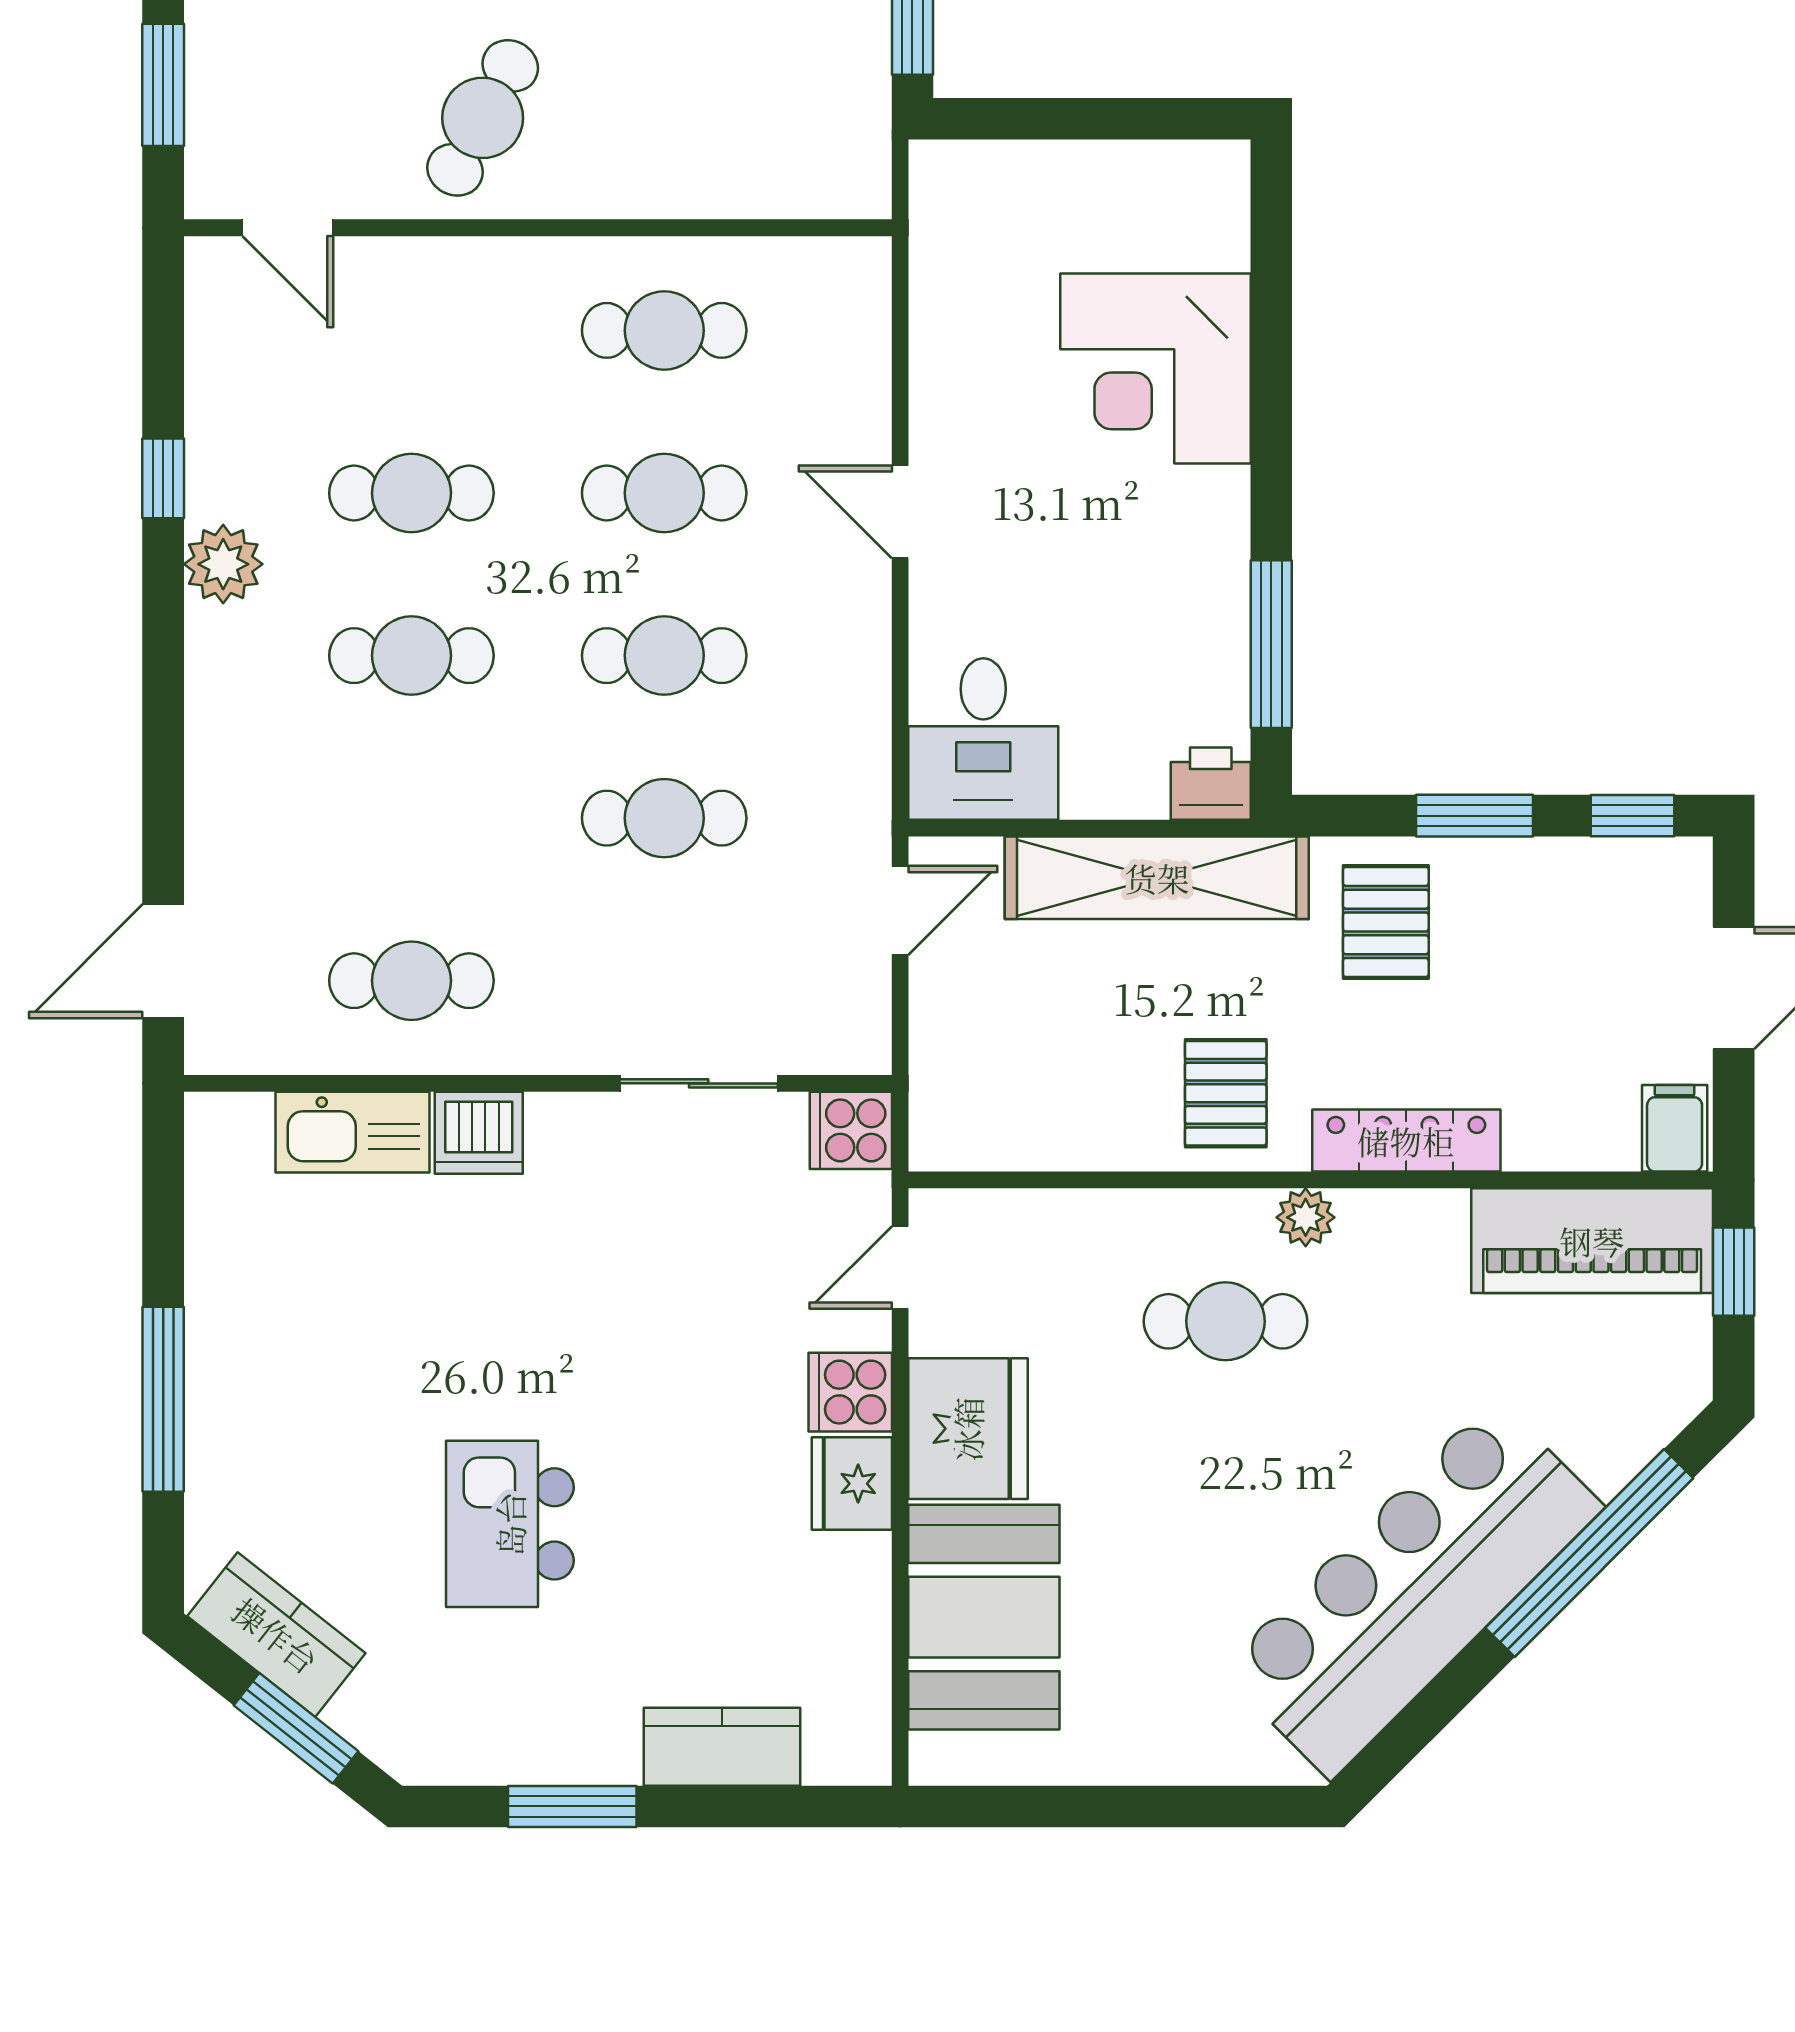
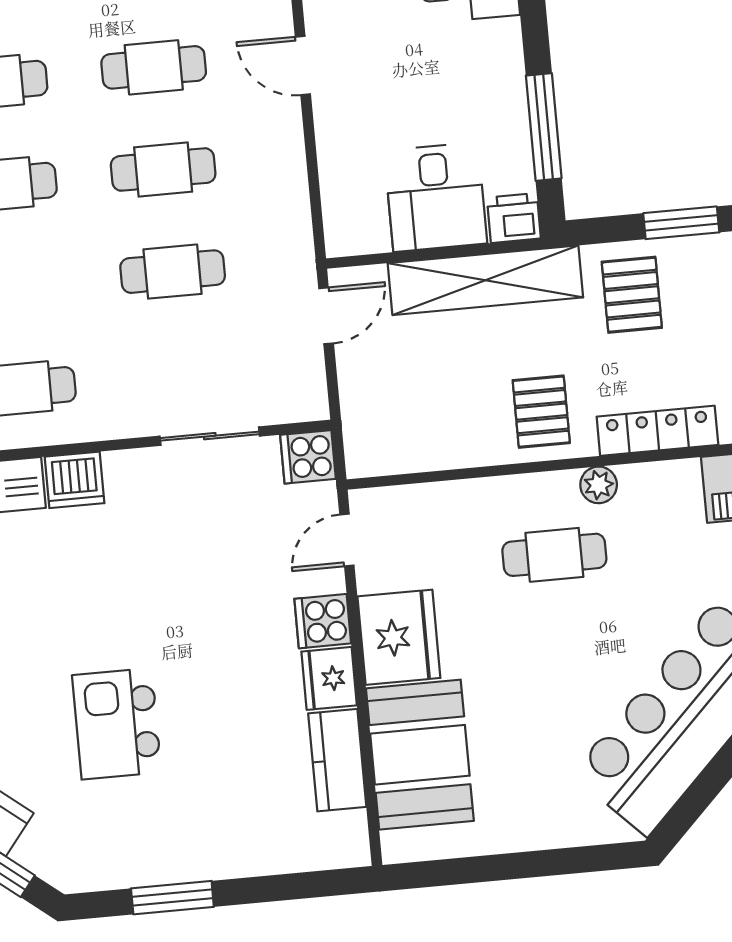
desk: (983, 739) -> (436, 197), moved
kitchen counter: (722, 1747) -> (337, 760), moved, turned -90

